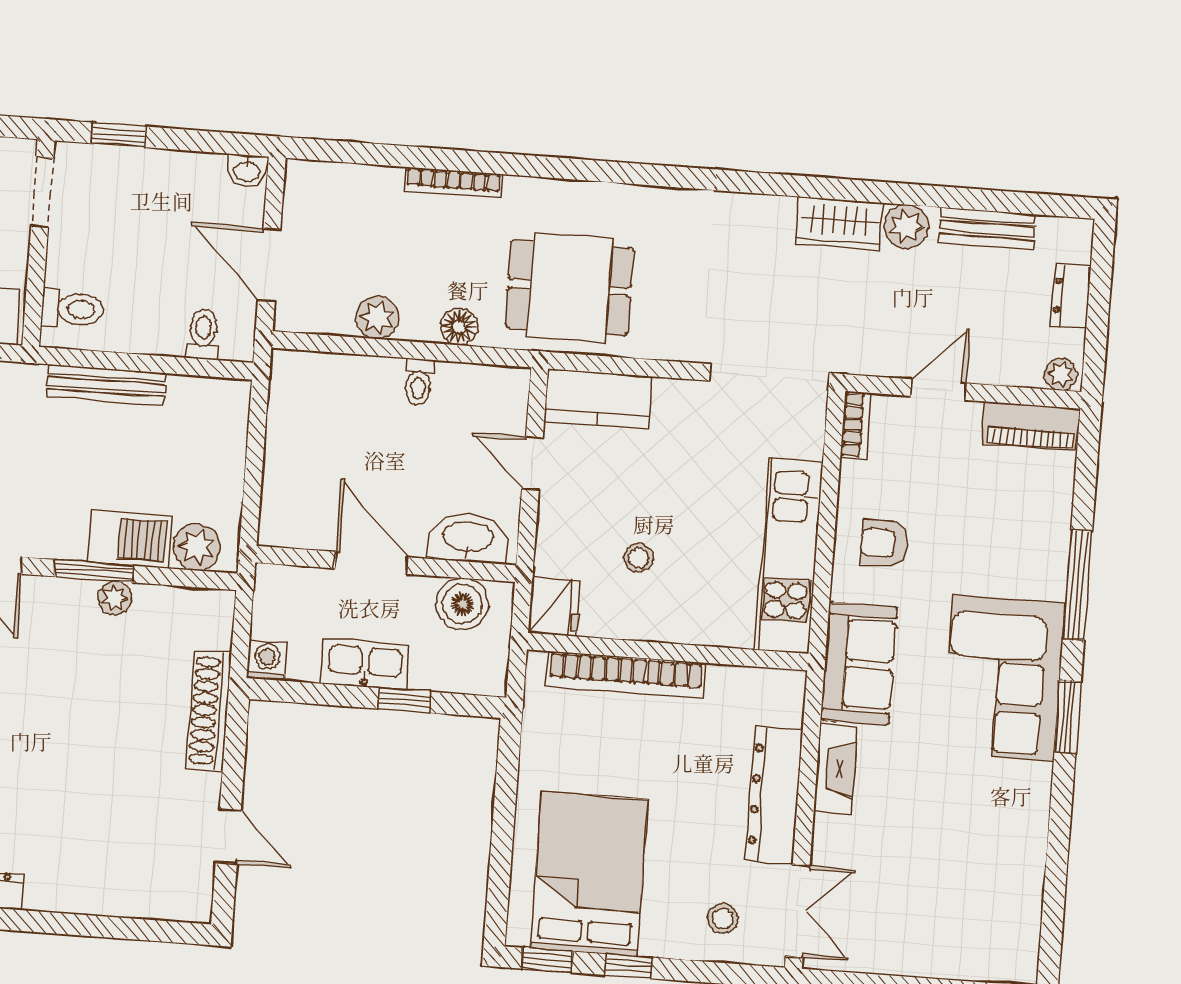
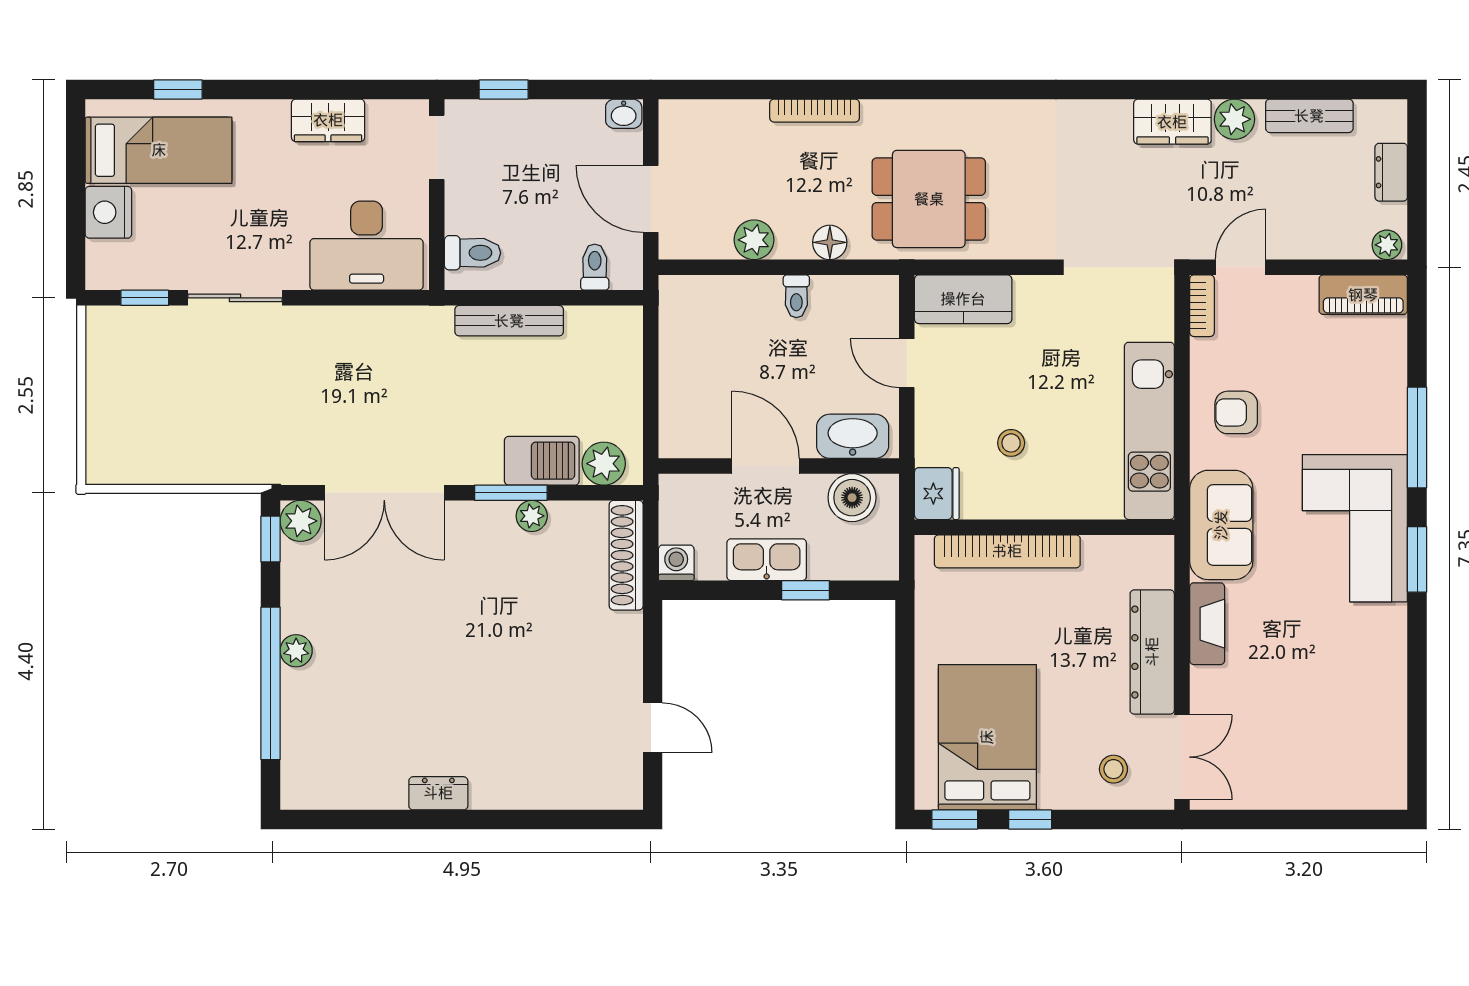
door: (938, 390) -> (1241, 267), moved
shoe rack: (209, 711) -> (626, 555), moved

